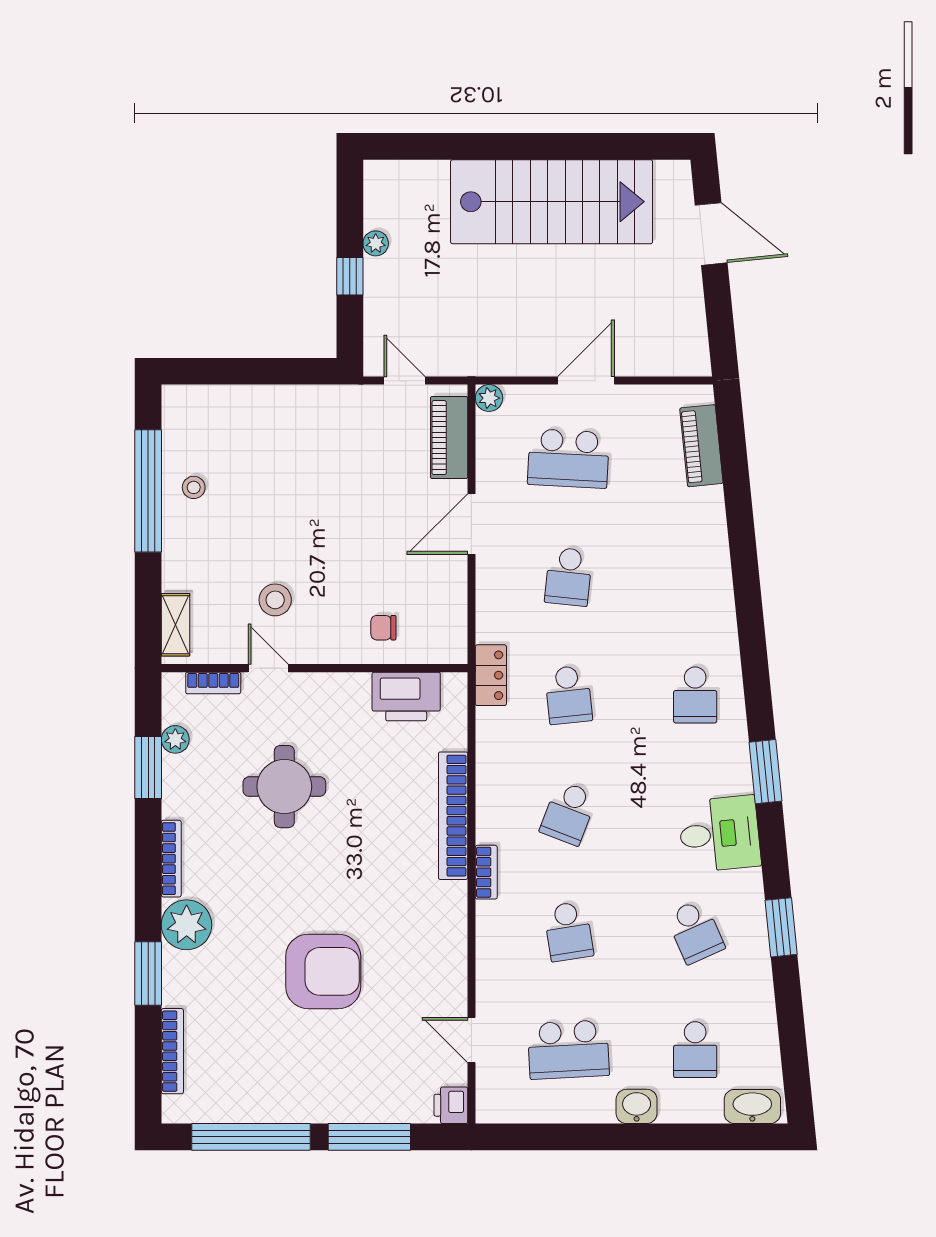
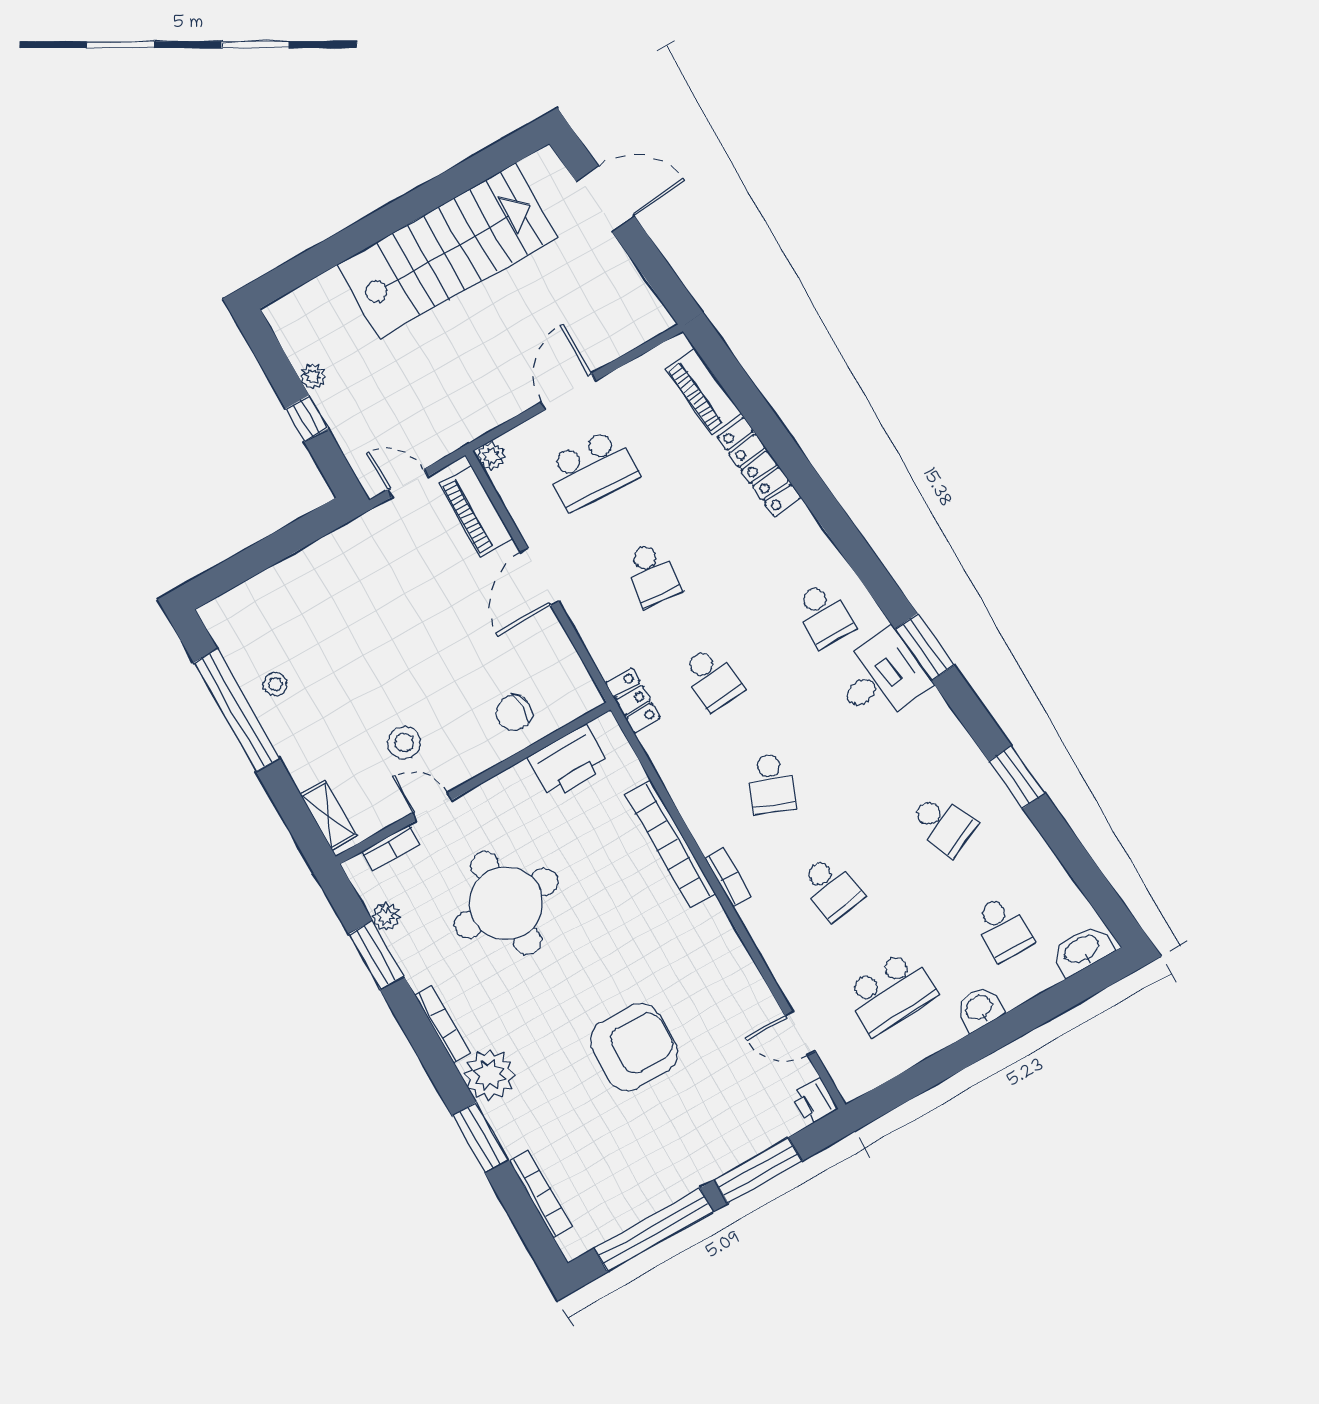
locker: (712, 538) -> (759, 467), added
chair: (383, 628) -> (514, 713), width x1.37, depth x1.37
round table: (284, 787) -> (506, 903), width x1.36, depth x1.36
desk: (719, 834) -> (881, 678), moved

